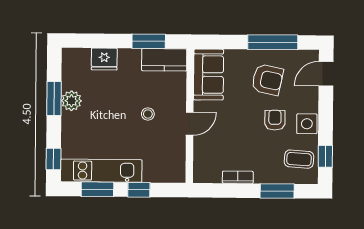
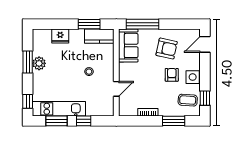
window: (273, 42) -> (142, 24), moved
door: (190, 124) -> (116, 89), moved

